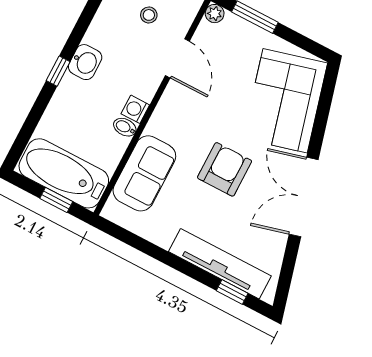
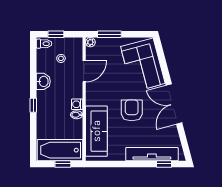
door: (177, 58) -> (84, 71), hinge flipped
washbasin: (85, 62) -> (43, 81), moved
sofa: (144, 173) -> (96, 131), width x1.36

